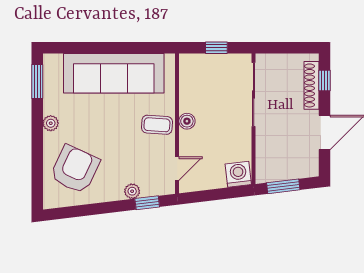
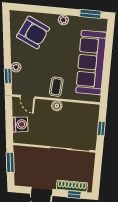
washing machine: (238, 174) -> (20, 124), moved

